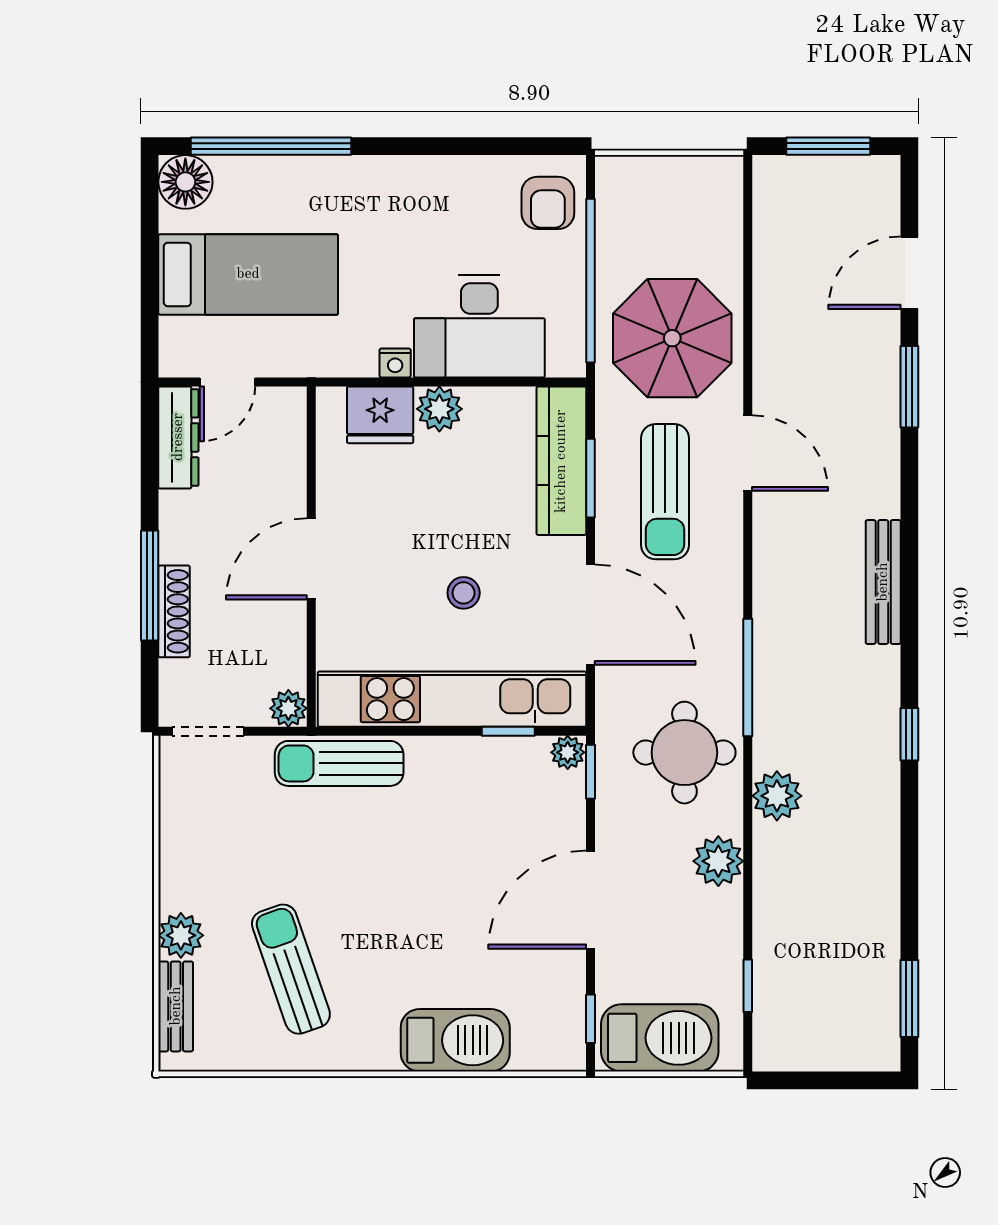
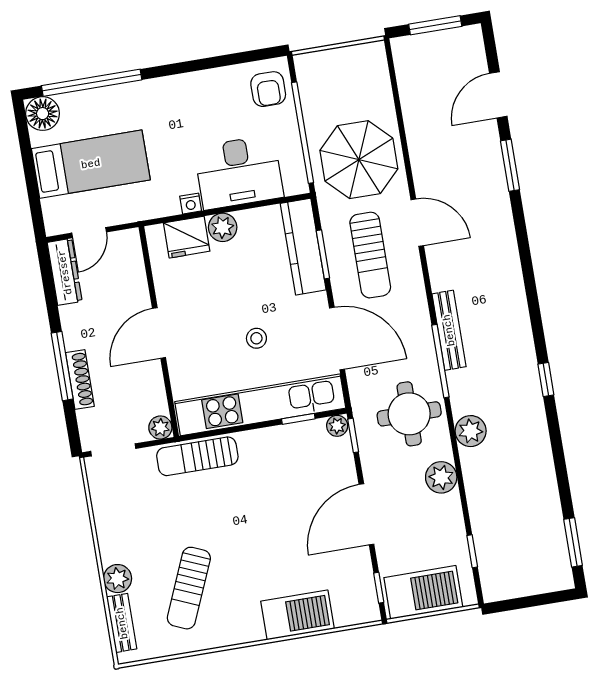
bench: (883, 582) -> (449, 330), moved
sun lounger: (291, 969) -> (189, 588), turned -138

